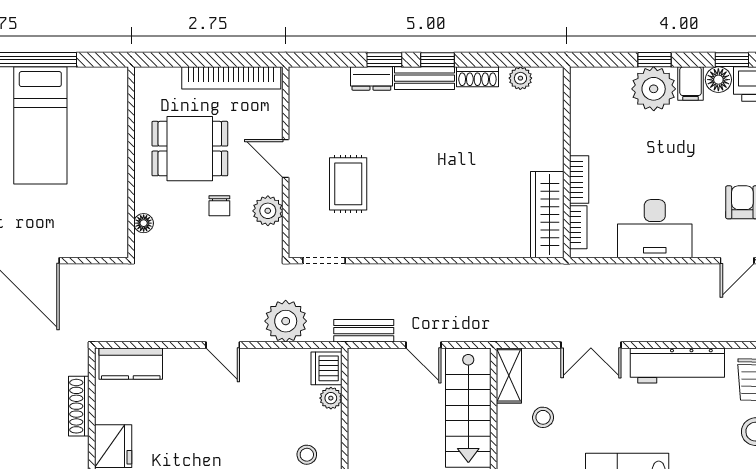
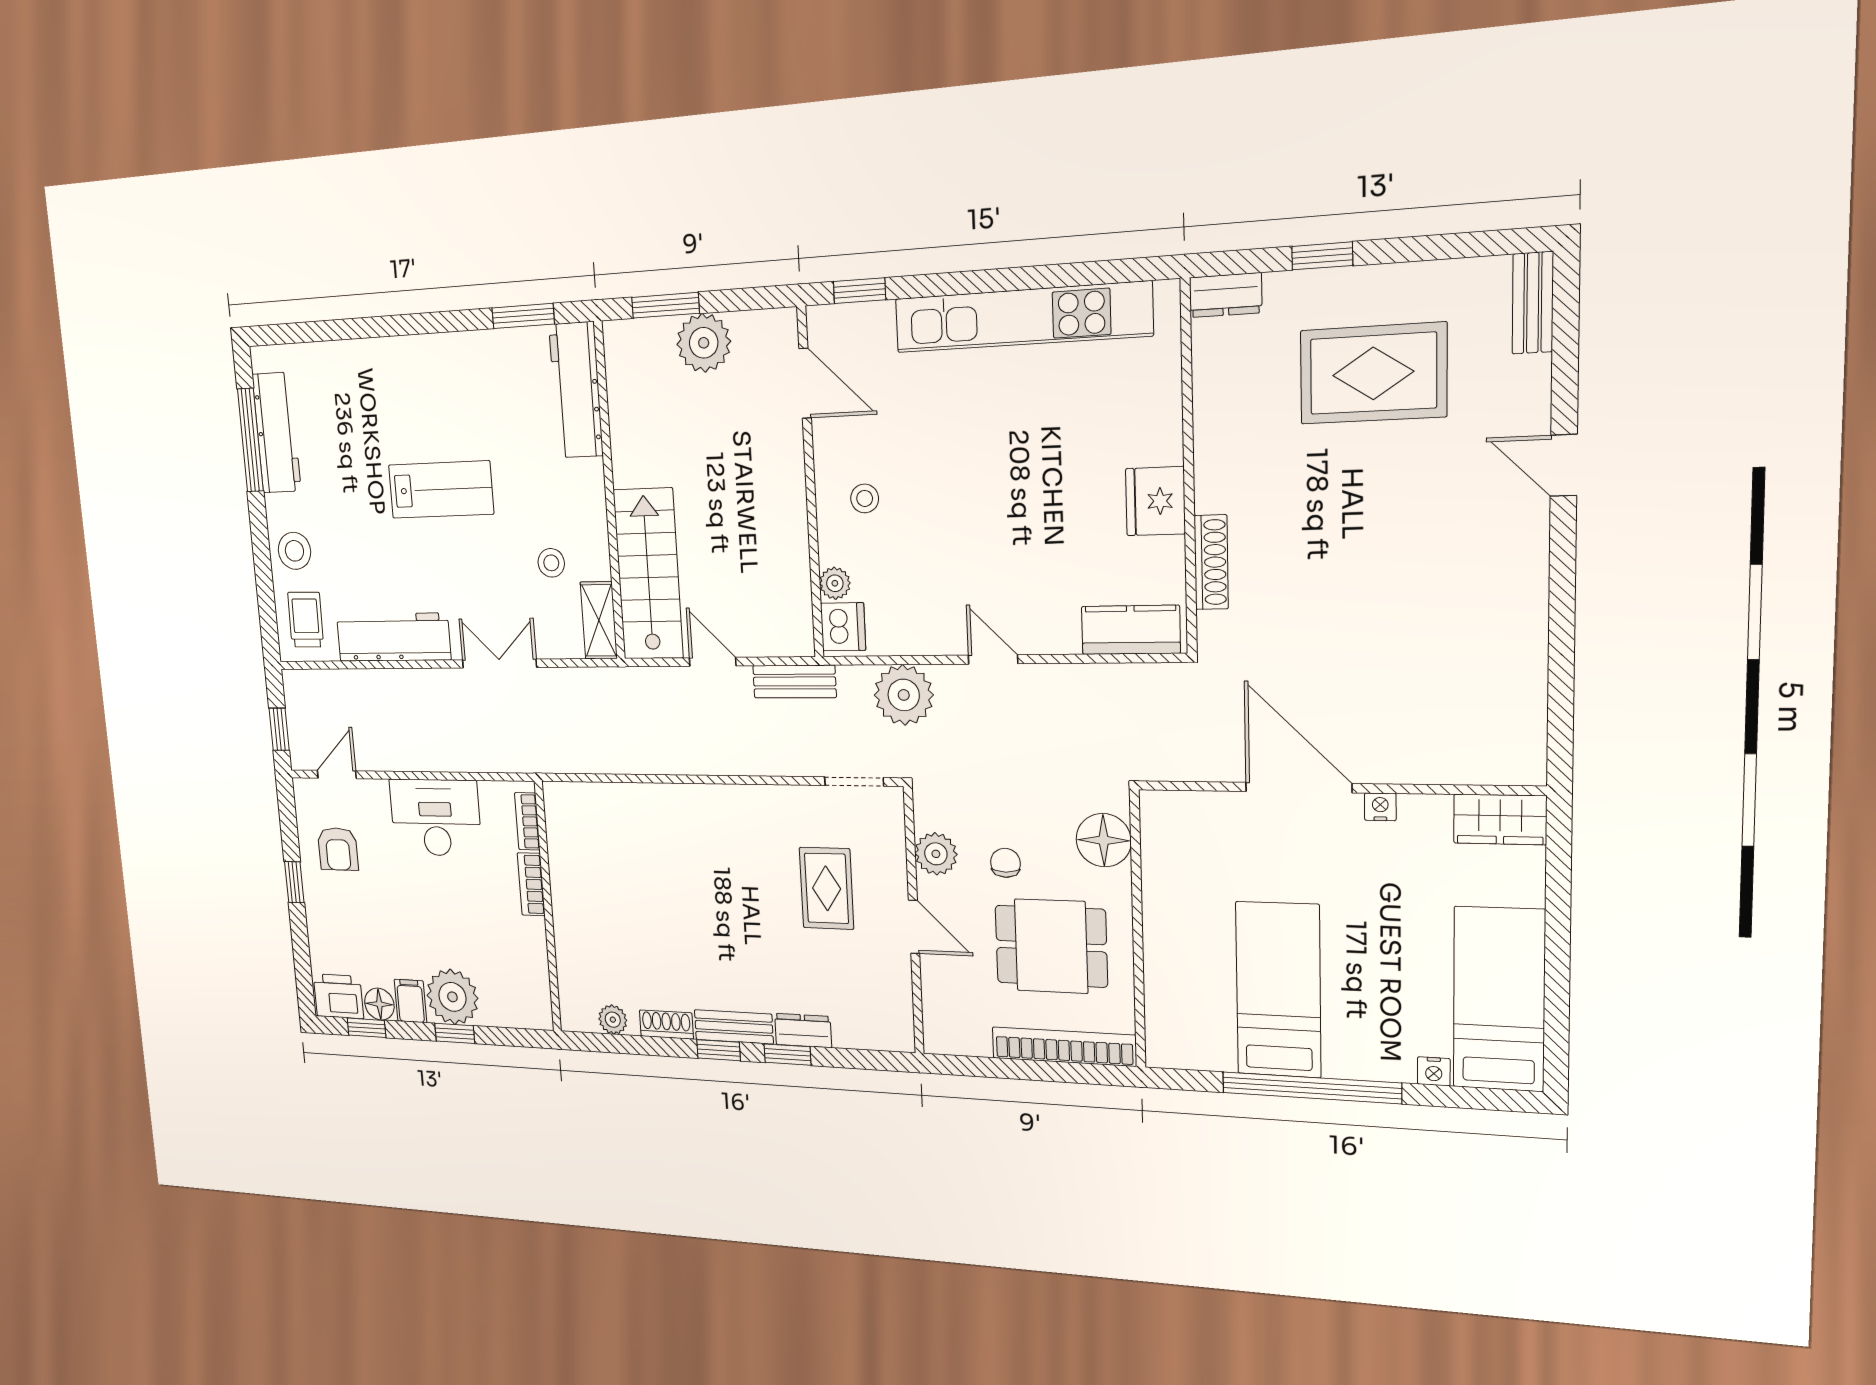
bookcase: (231, 78) -> (1064, 1047), moved
wardrobe: (547, 215) -> (567, 839), removed
floor lamp: (144, 223) -> (1104, 840), width x1.89, depth x1.89

